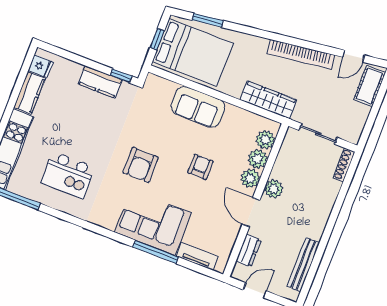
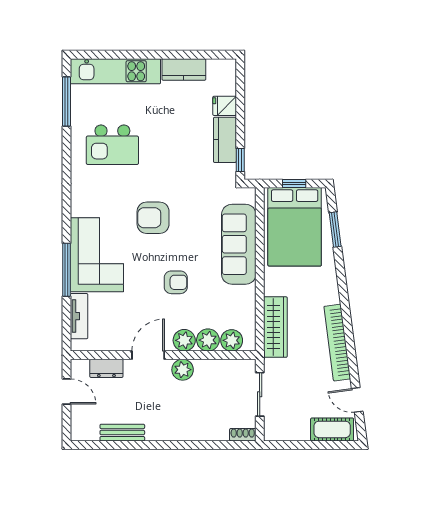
fridge: (41, 66) -> (225, 106), moved, turned 90
sofa: (198, 107) -> (239, 244), width x1.36
shoe rack: (344, 165) -> (243, 435), width x0.70
kitchen island: (68, 175) -> (112, 145), turned -90
bench: (303, 264) -> (122, 433), width x0.73

